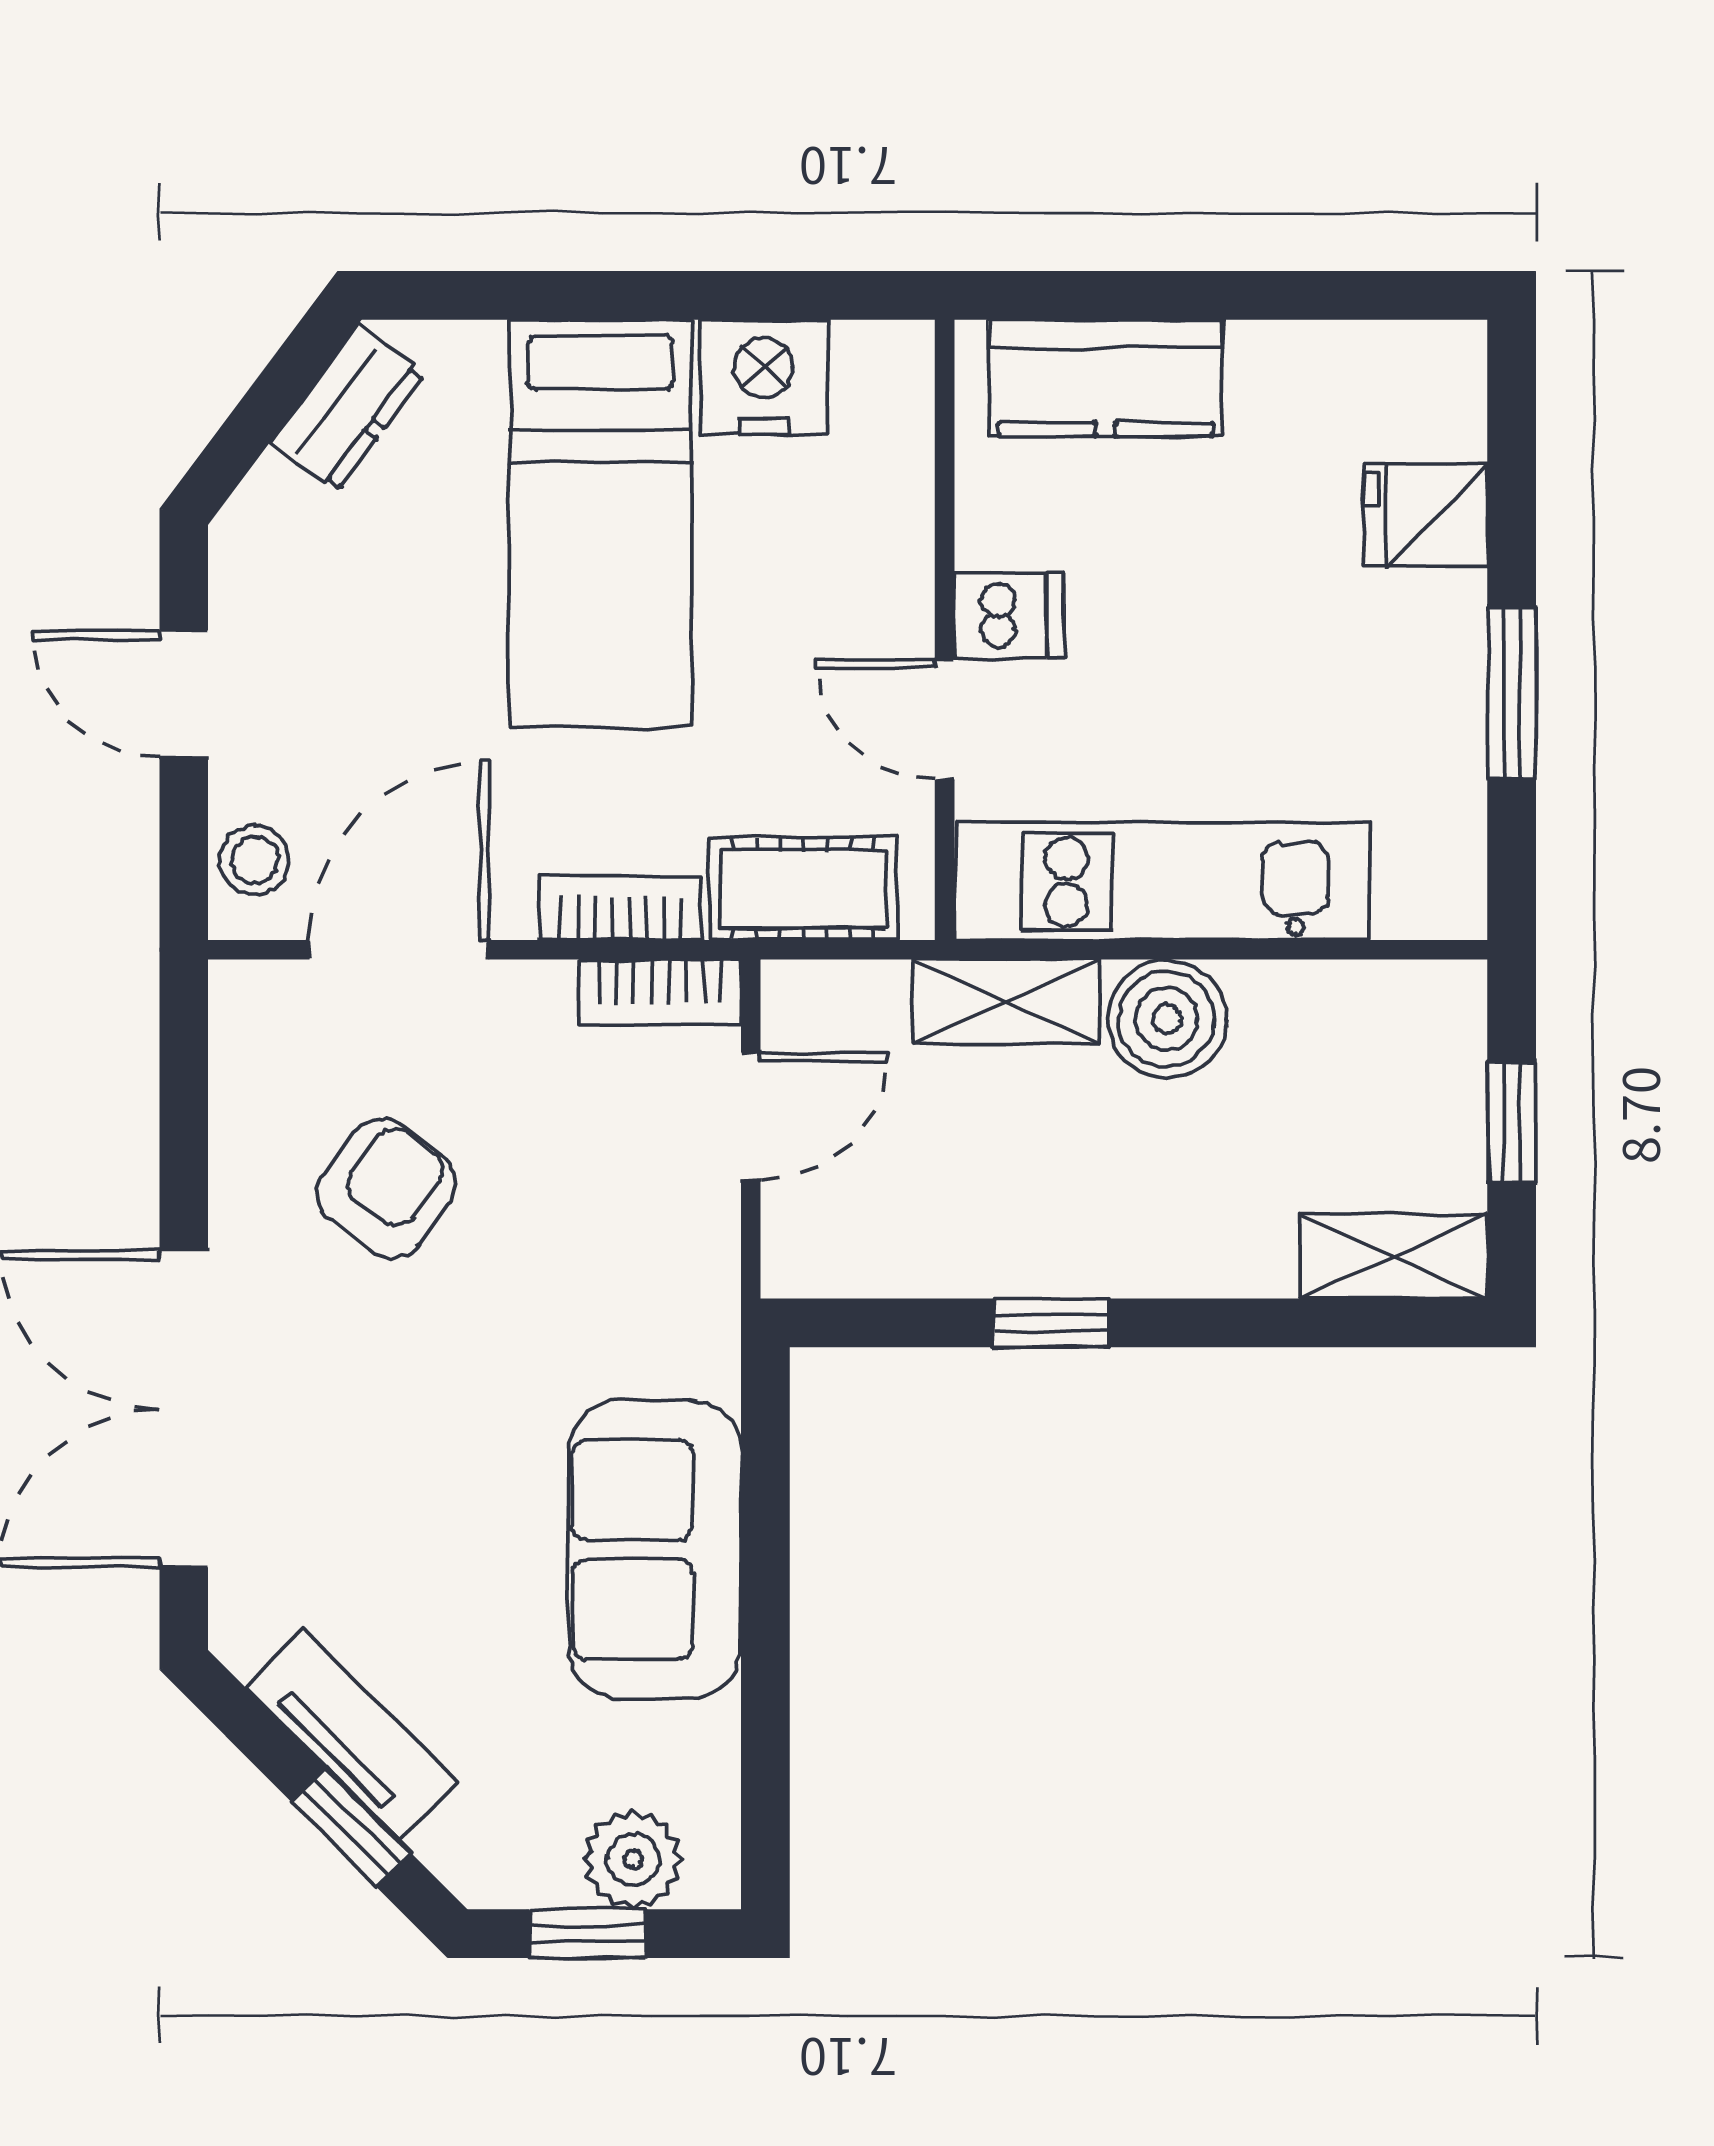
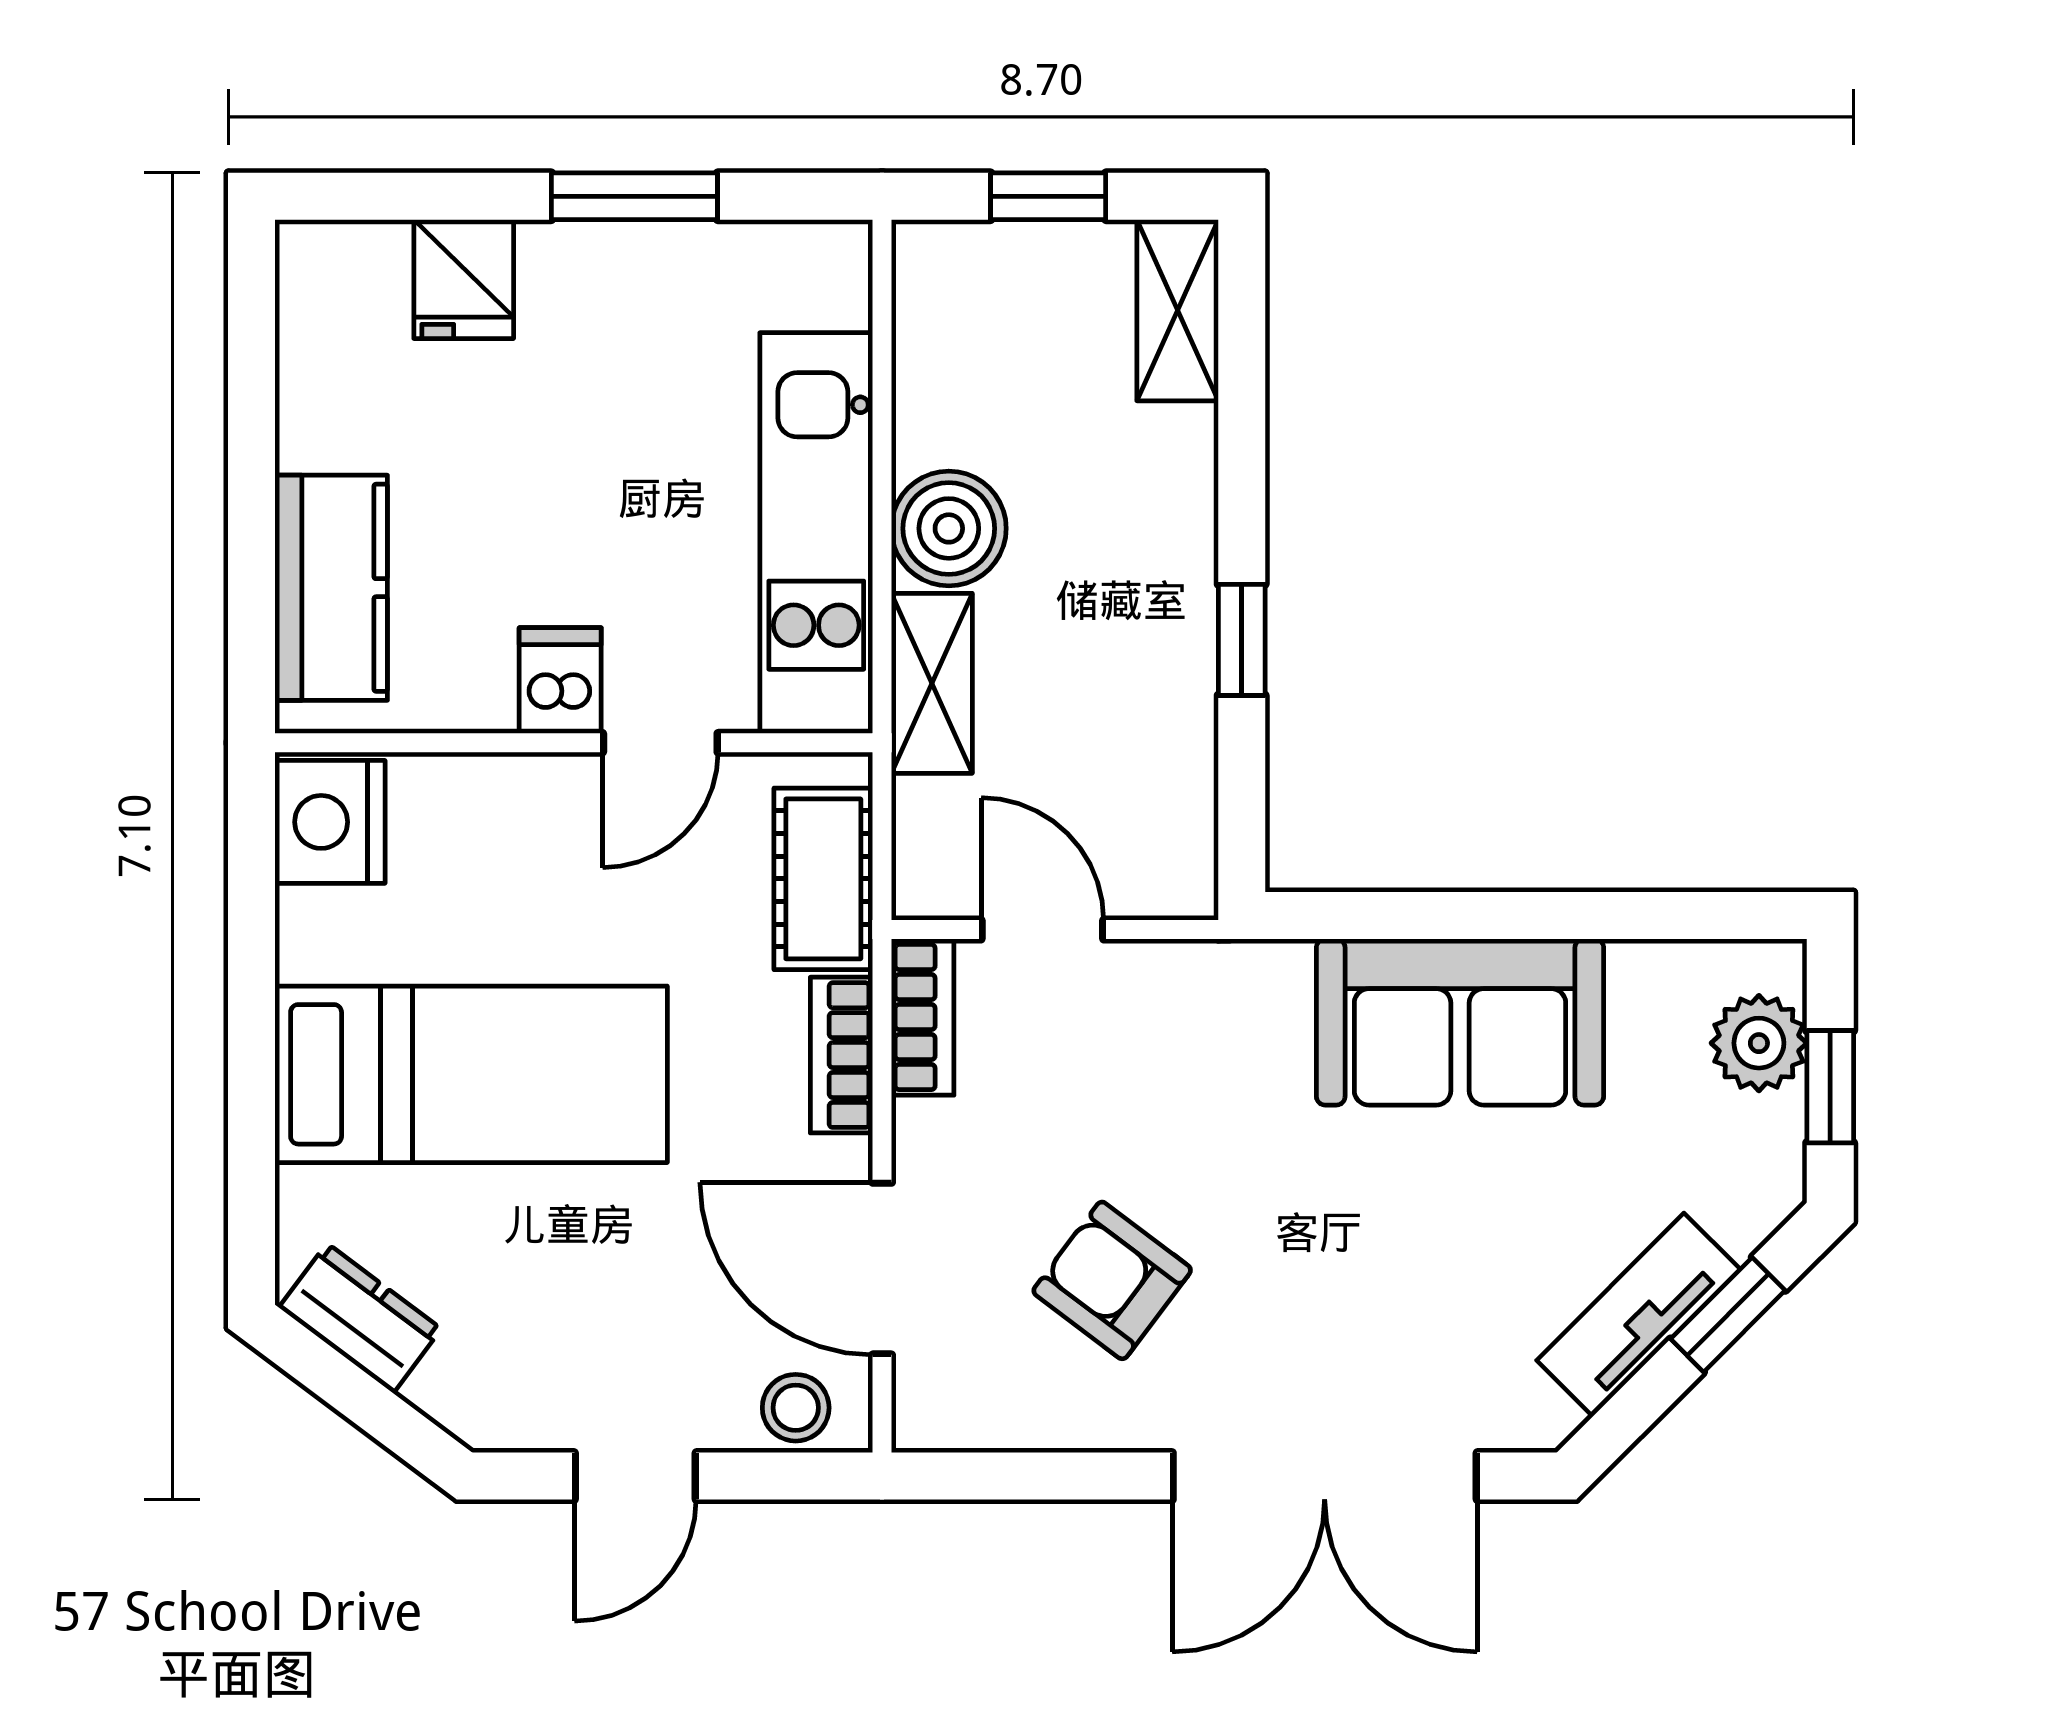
nightstand: (764, 377) -> (330, 822), moved

